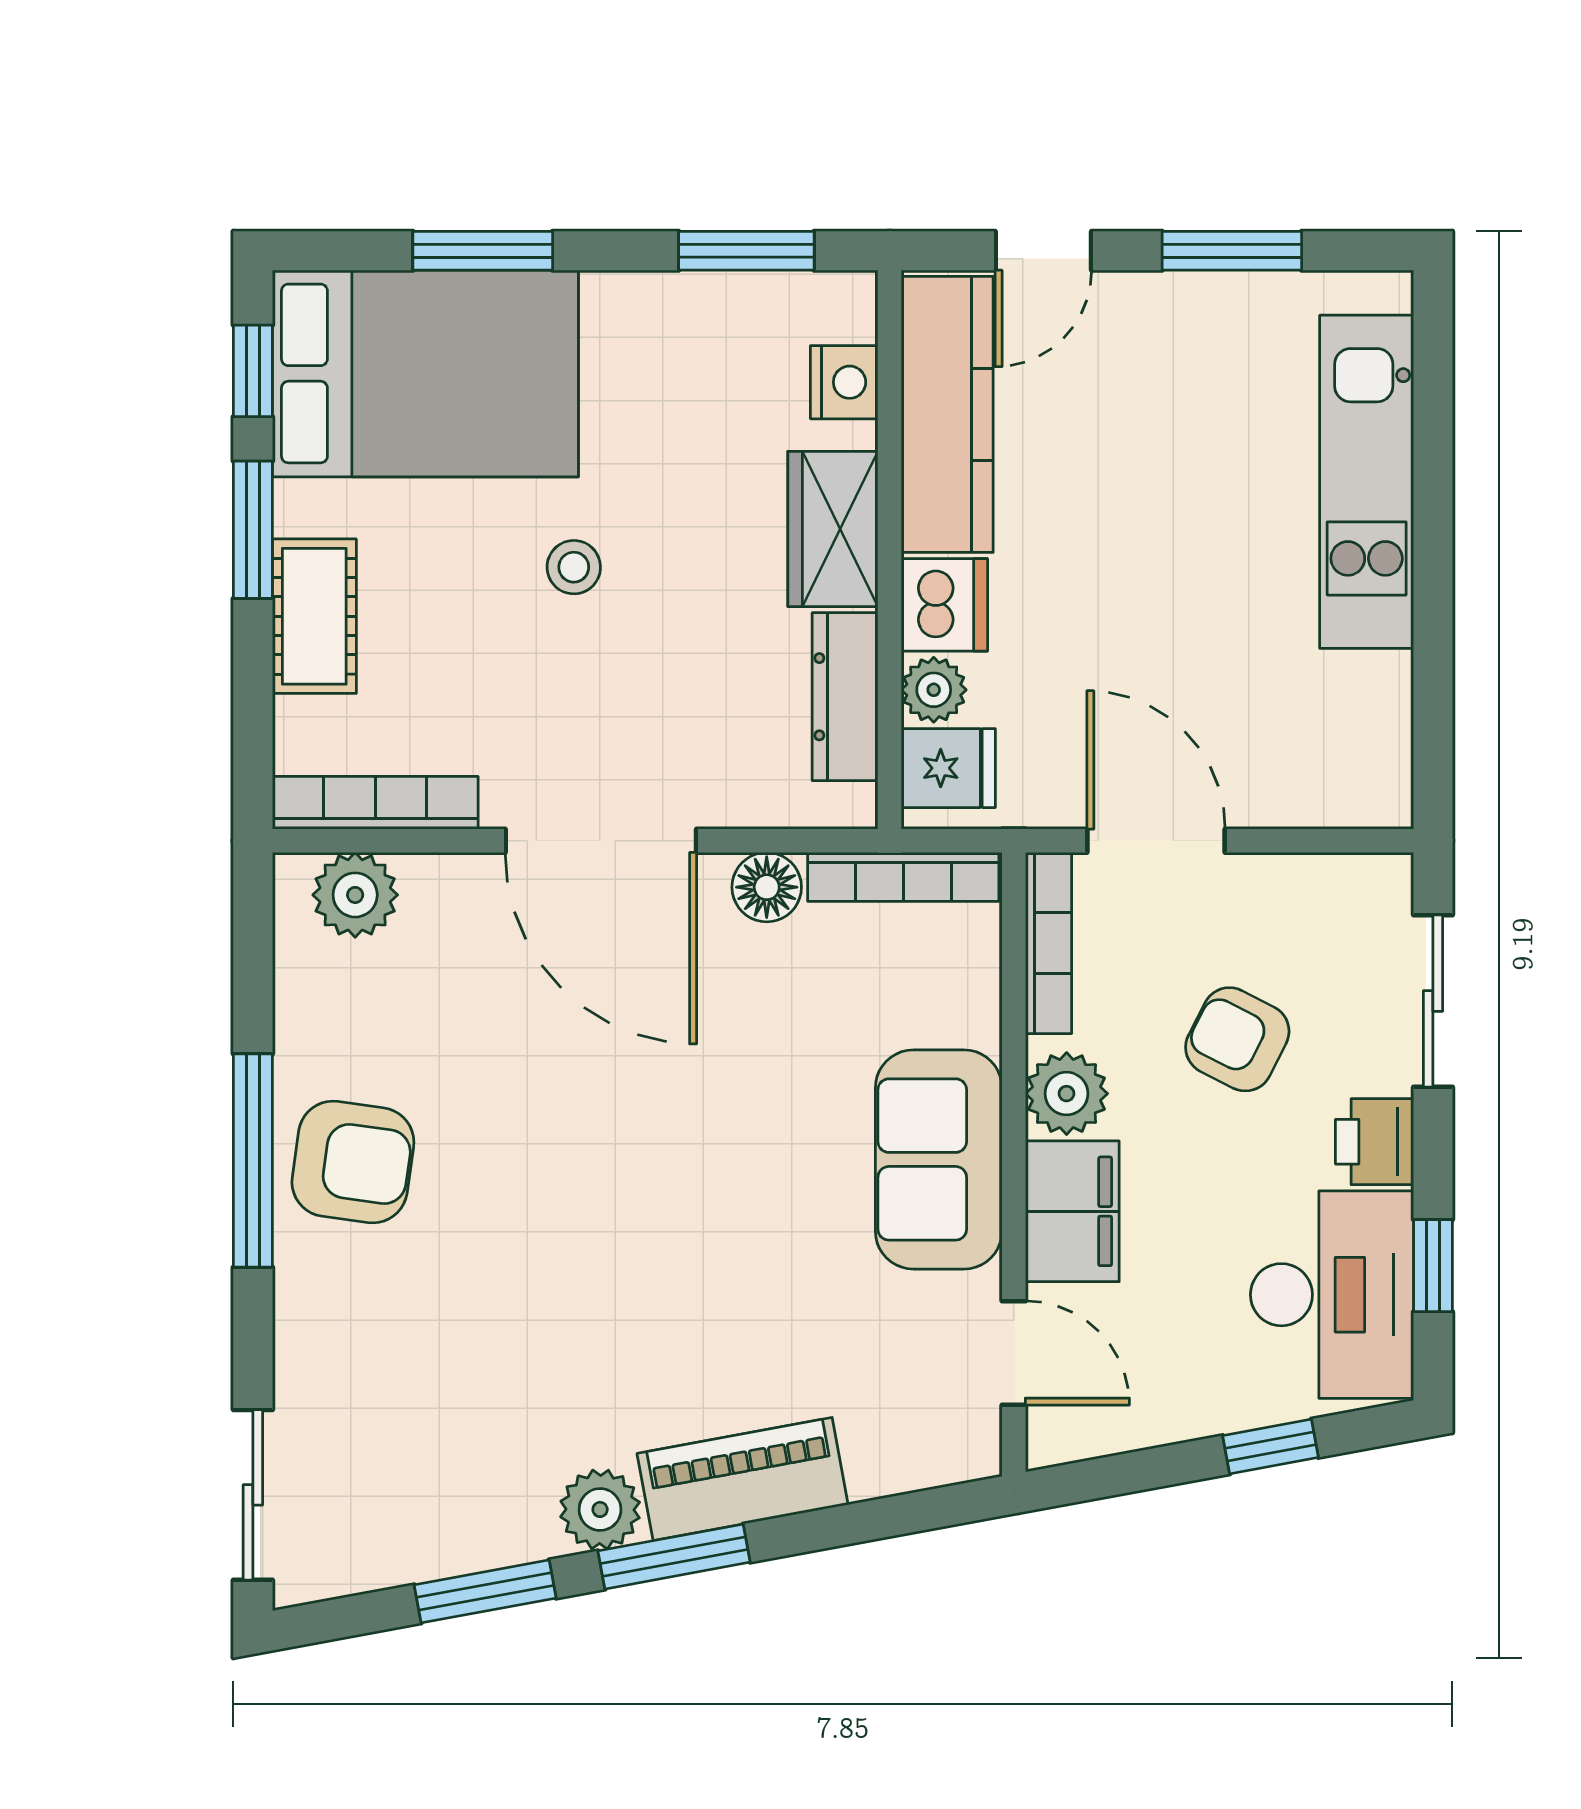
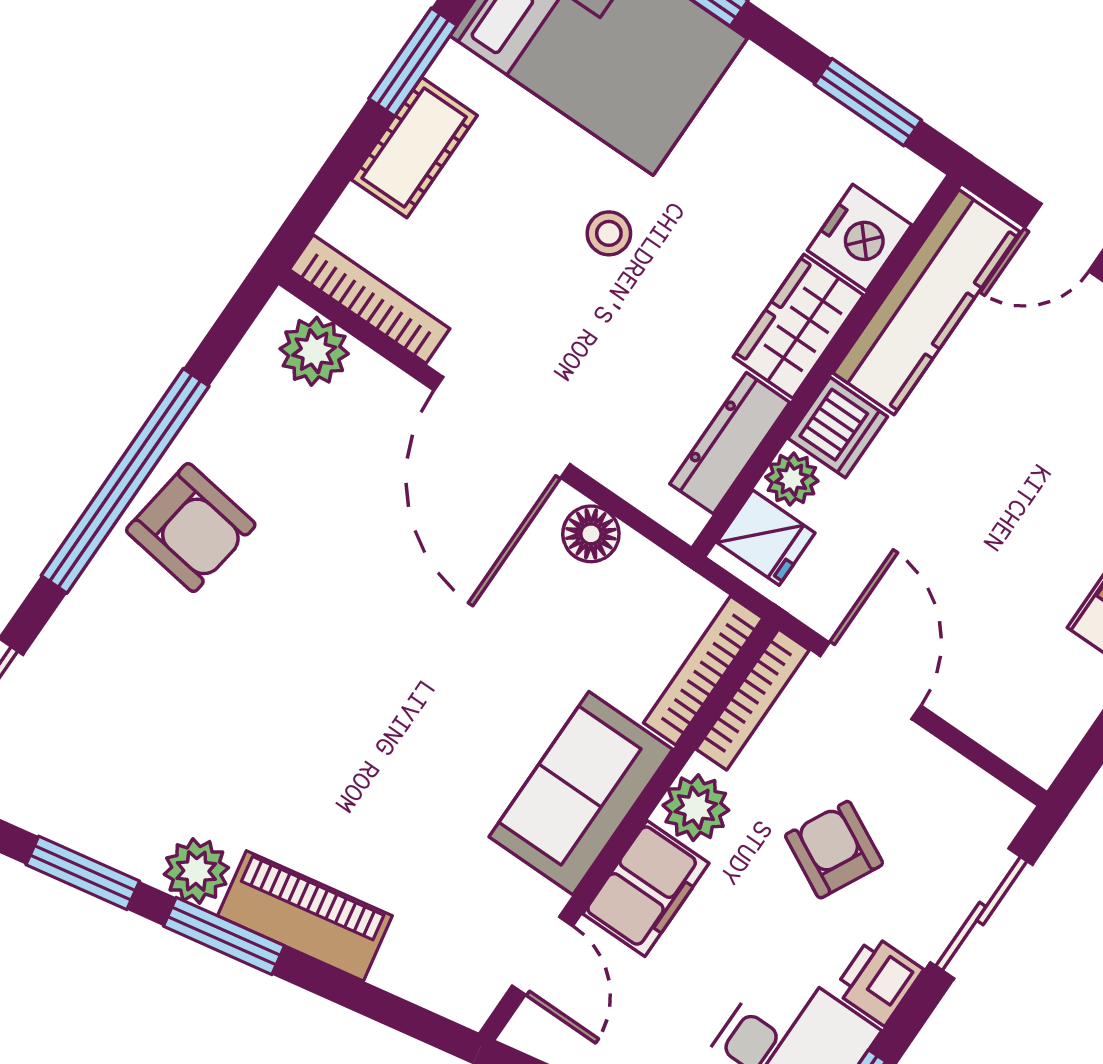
nightstand: (844, 382) -> (860, 238), width x1.36, depth x1.33
bookcase: (903, 877) -> (703, 671), moved, turned 90
window: (253, 1160) -> (125, 481), width x1.46

